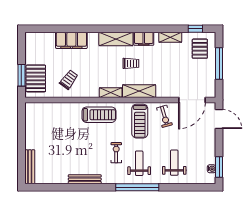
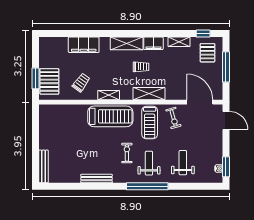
shelving: (111, 93) -> (109, 95), moved
door: (192, 100) -> (200, 102), swing flipped
treadmill: (99, 115) -> (110, 116), width x1.37, depth x1.38

